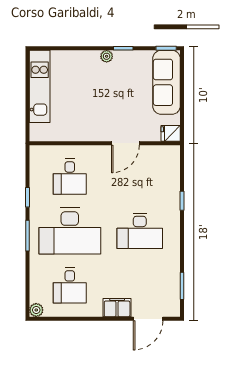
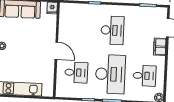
door: (125, 143) -> (56, 51), moved

